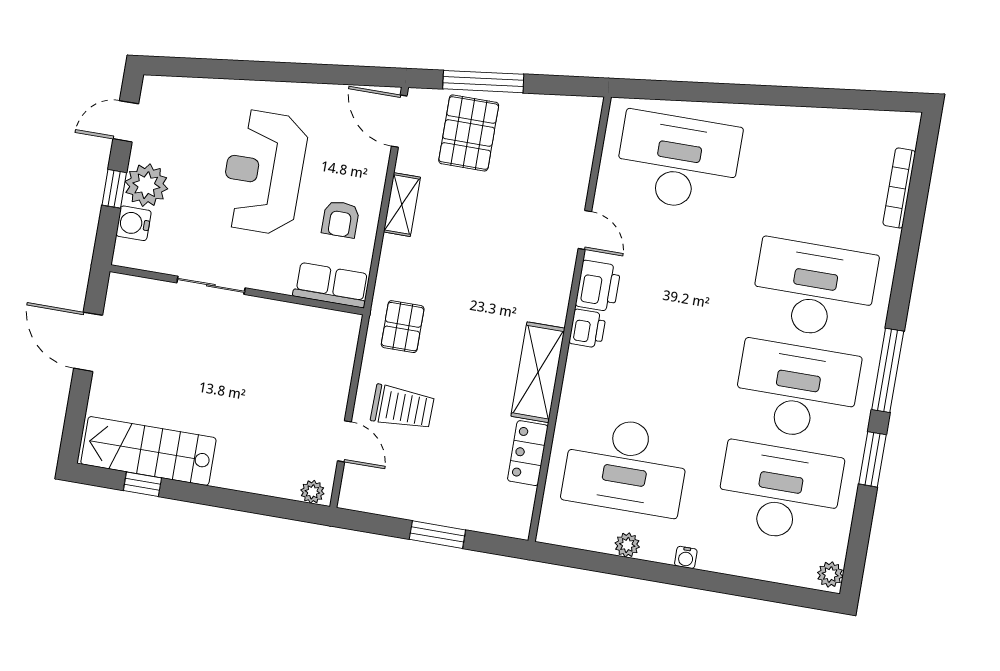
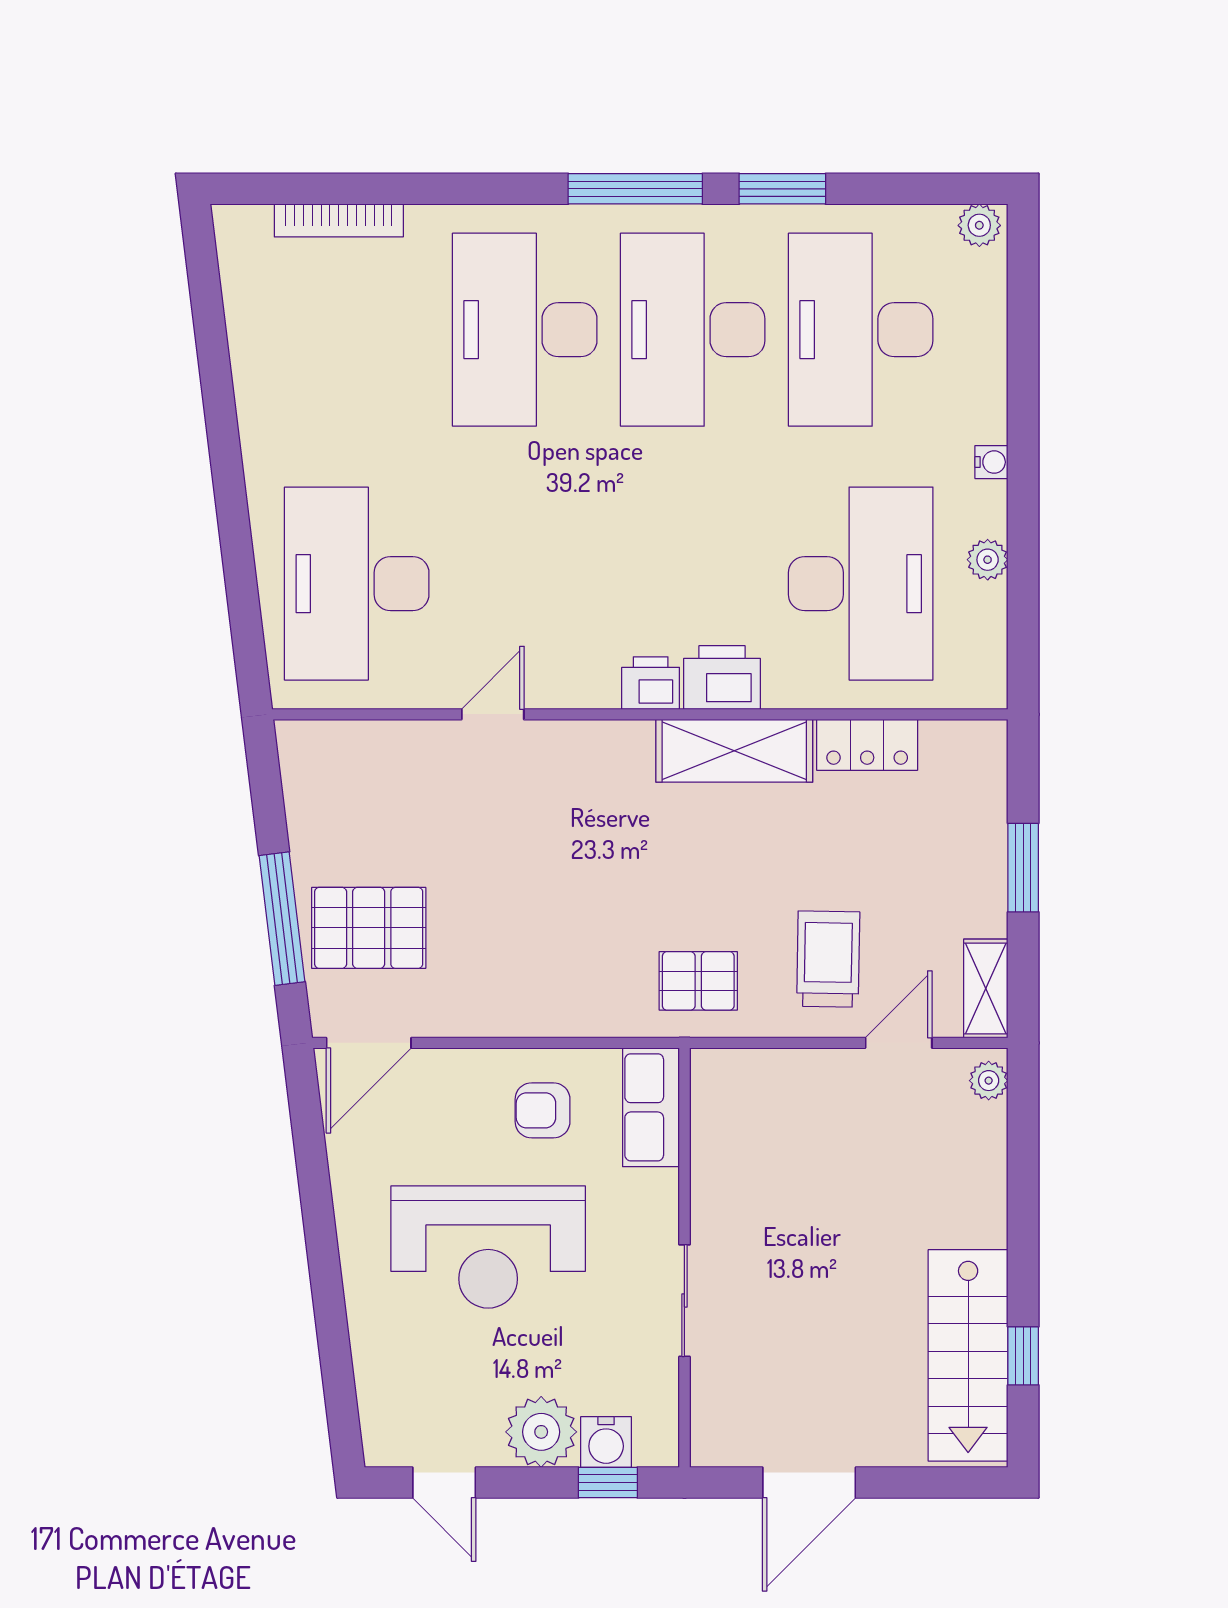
window: (114, 189) -> (608, 1483), moved
shelving: (402, 205) -> (986, 988), moved, turned 90
armchair: (340, 219) -> (543, 1110), turned 180
printer: (598, 286) -> (722, 678), moved

